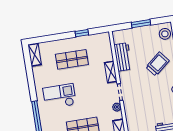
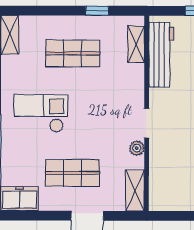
workbench: (123, 57) -> (161, 55), width x1.37
shelving: (111, 72) -> (136, 44), moved

